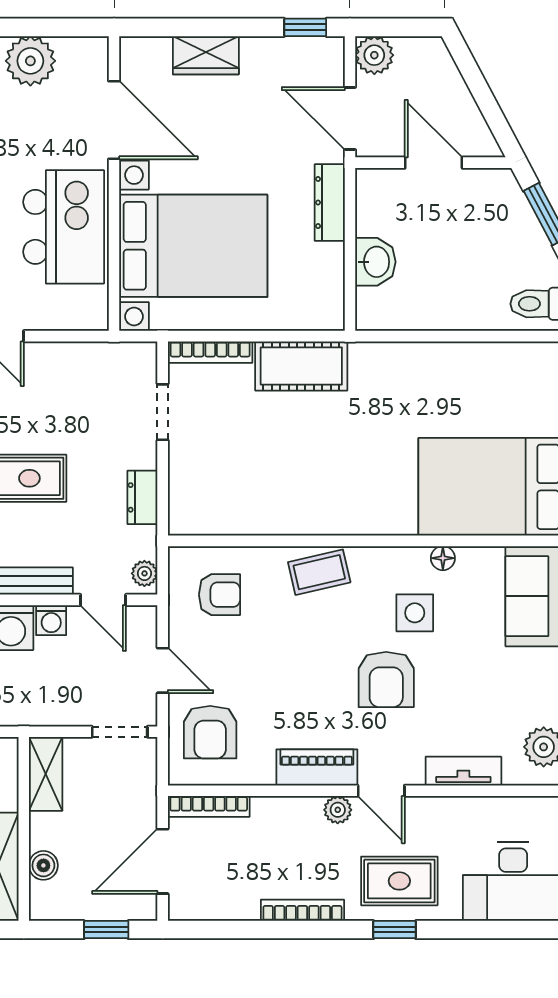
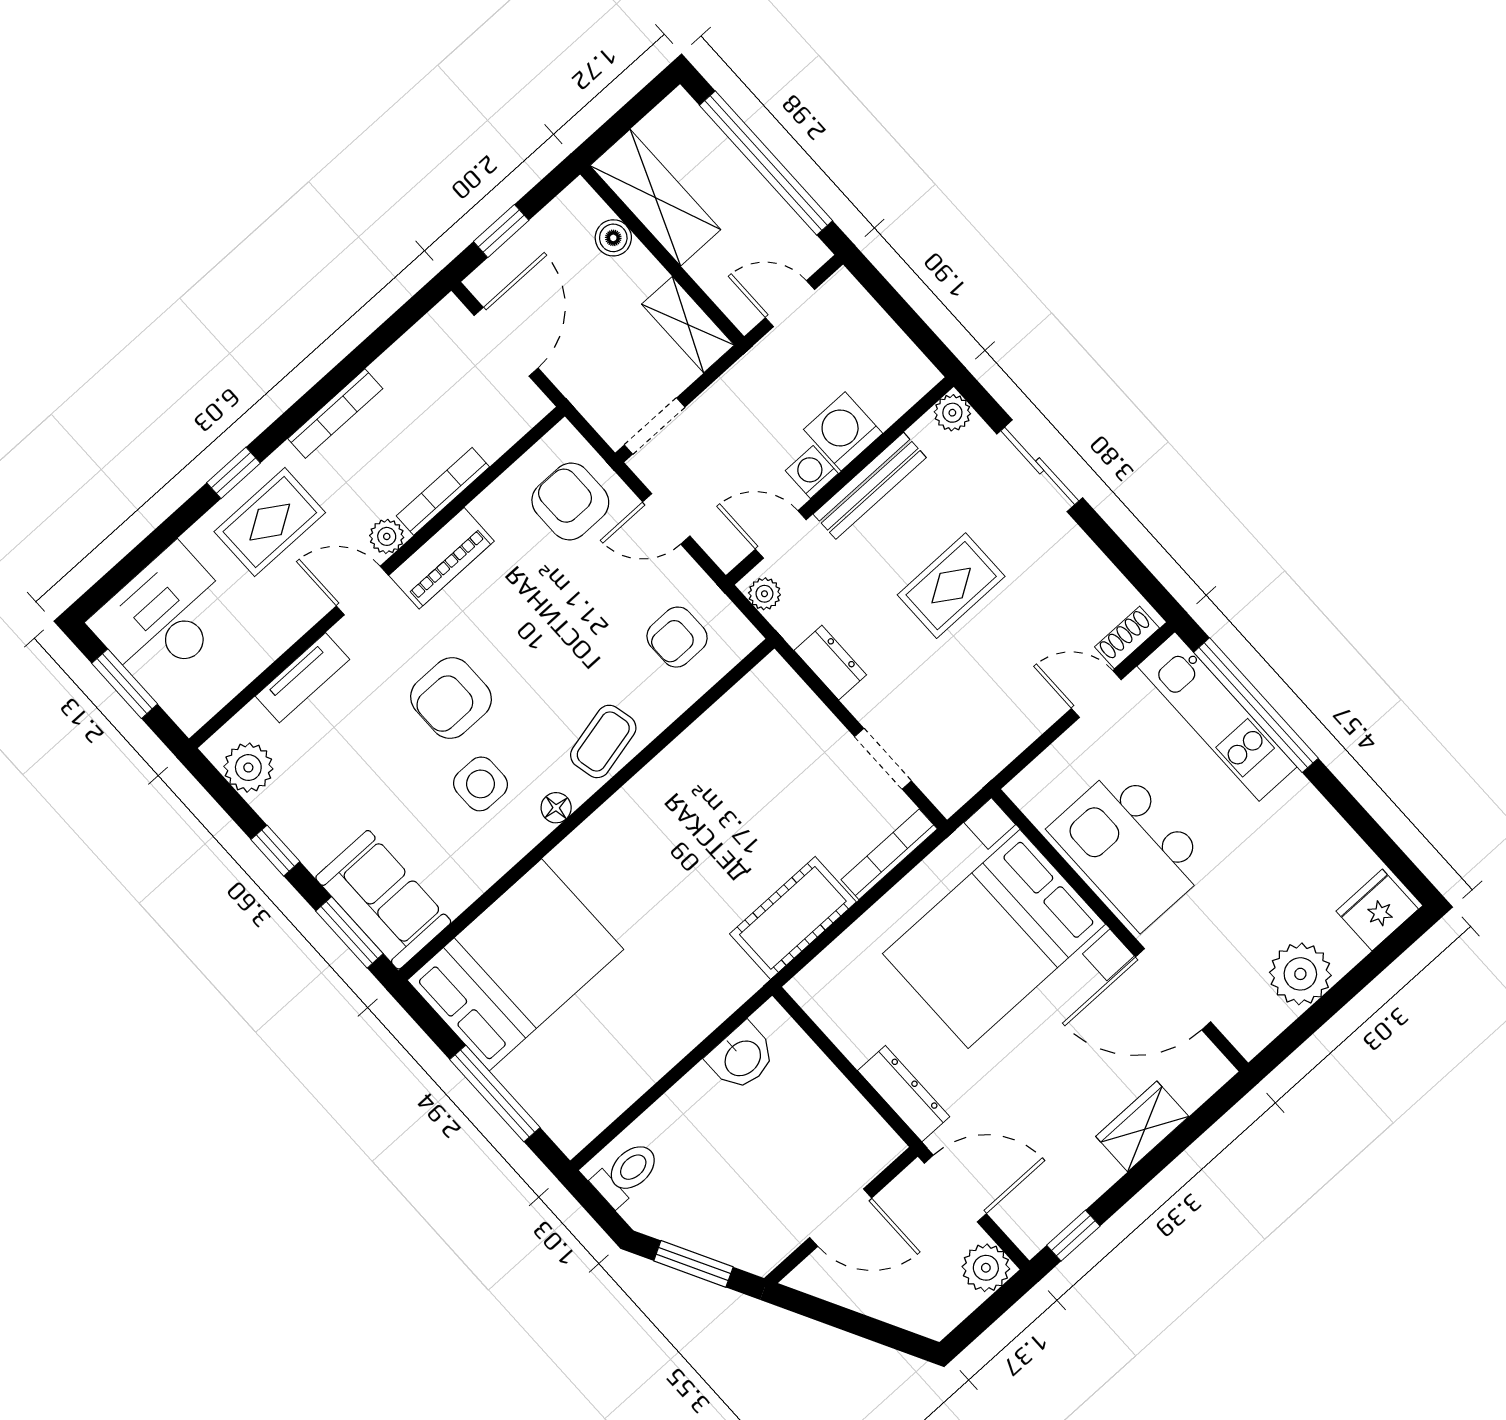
washbasin: (375, 262) -> (742, 1057), moved, turned -90
floor lamp: (443, 558) -> (556, 808), moved
armchair: (386, 680) -> (451, 698), turned -90
bookcase: (209, 806) -> (443, 491), moved

